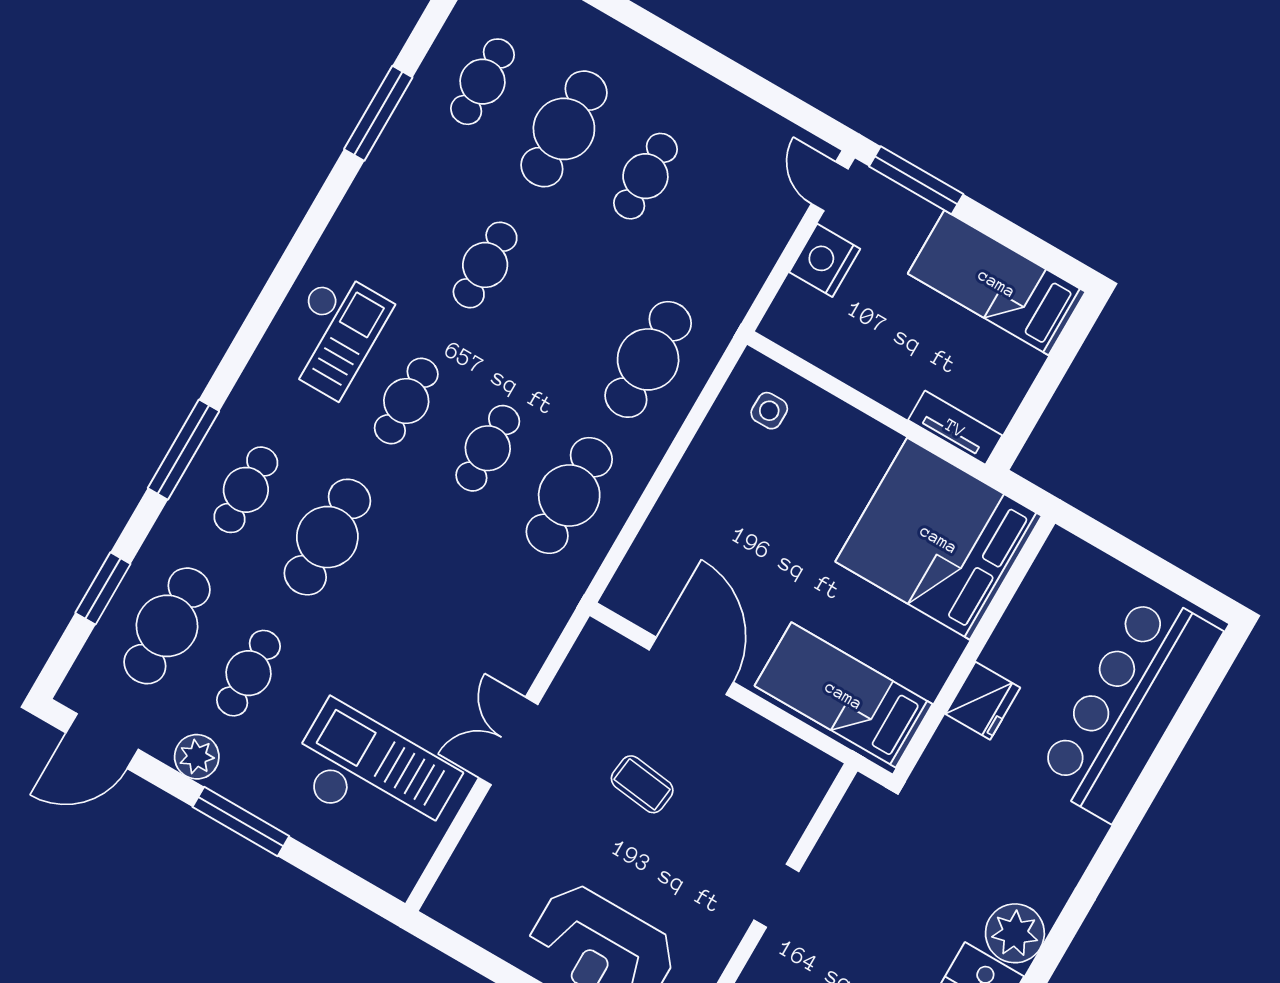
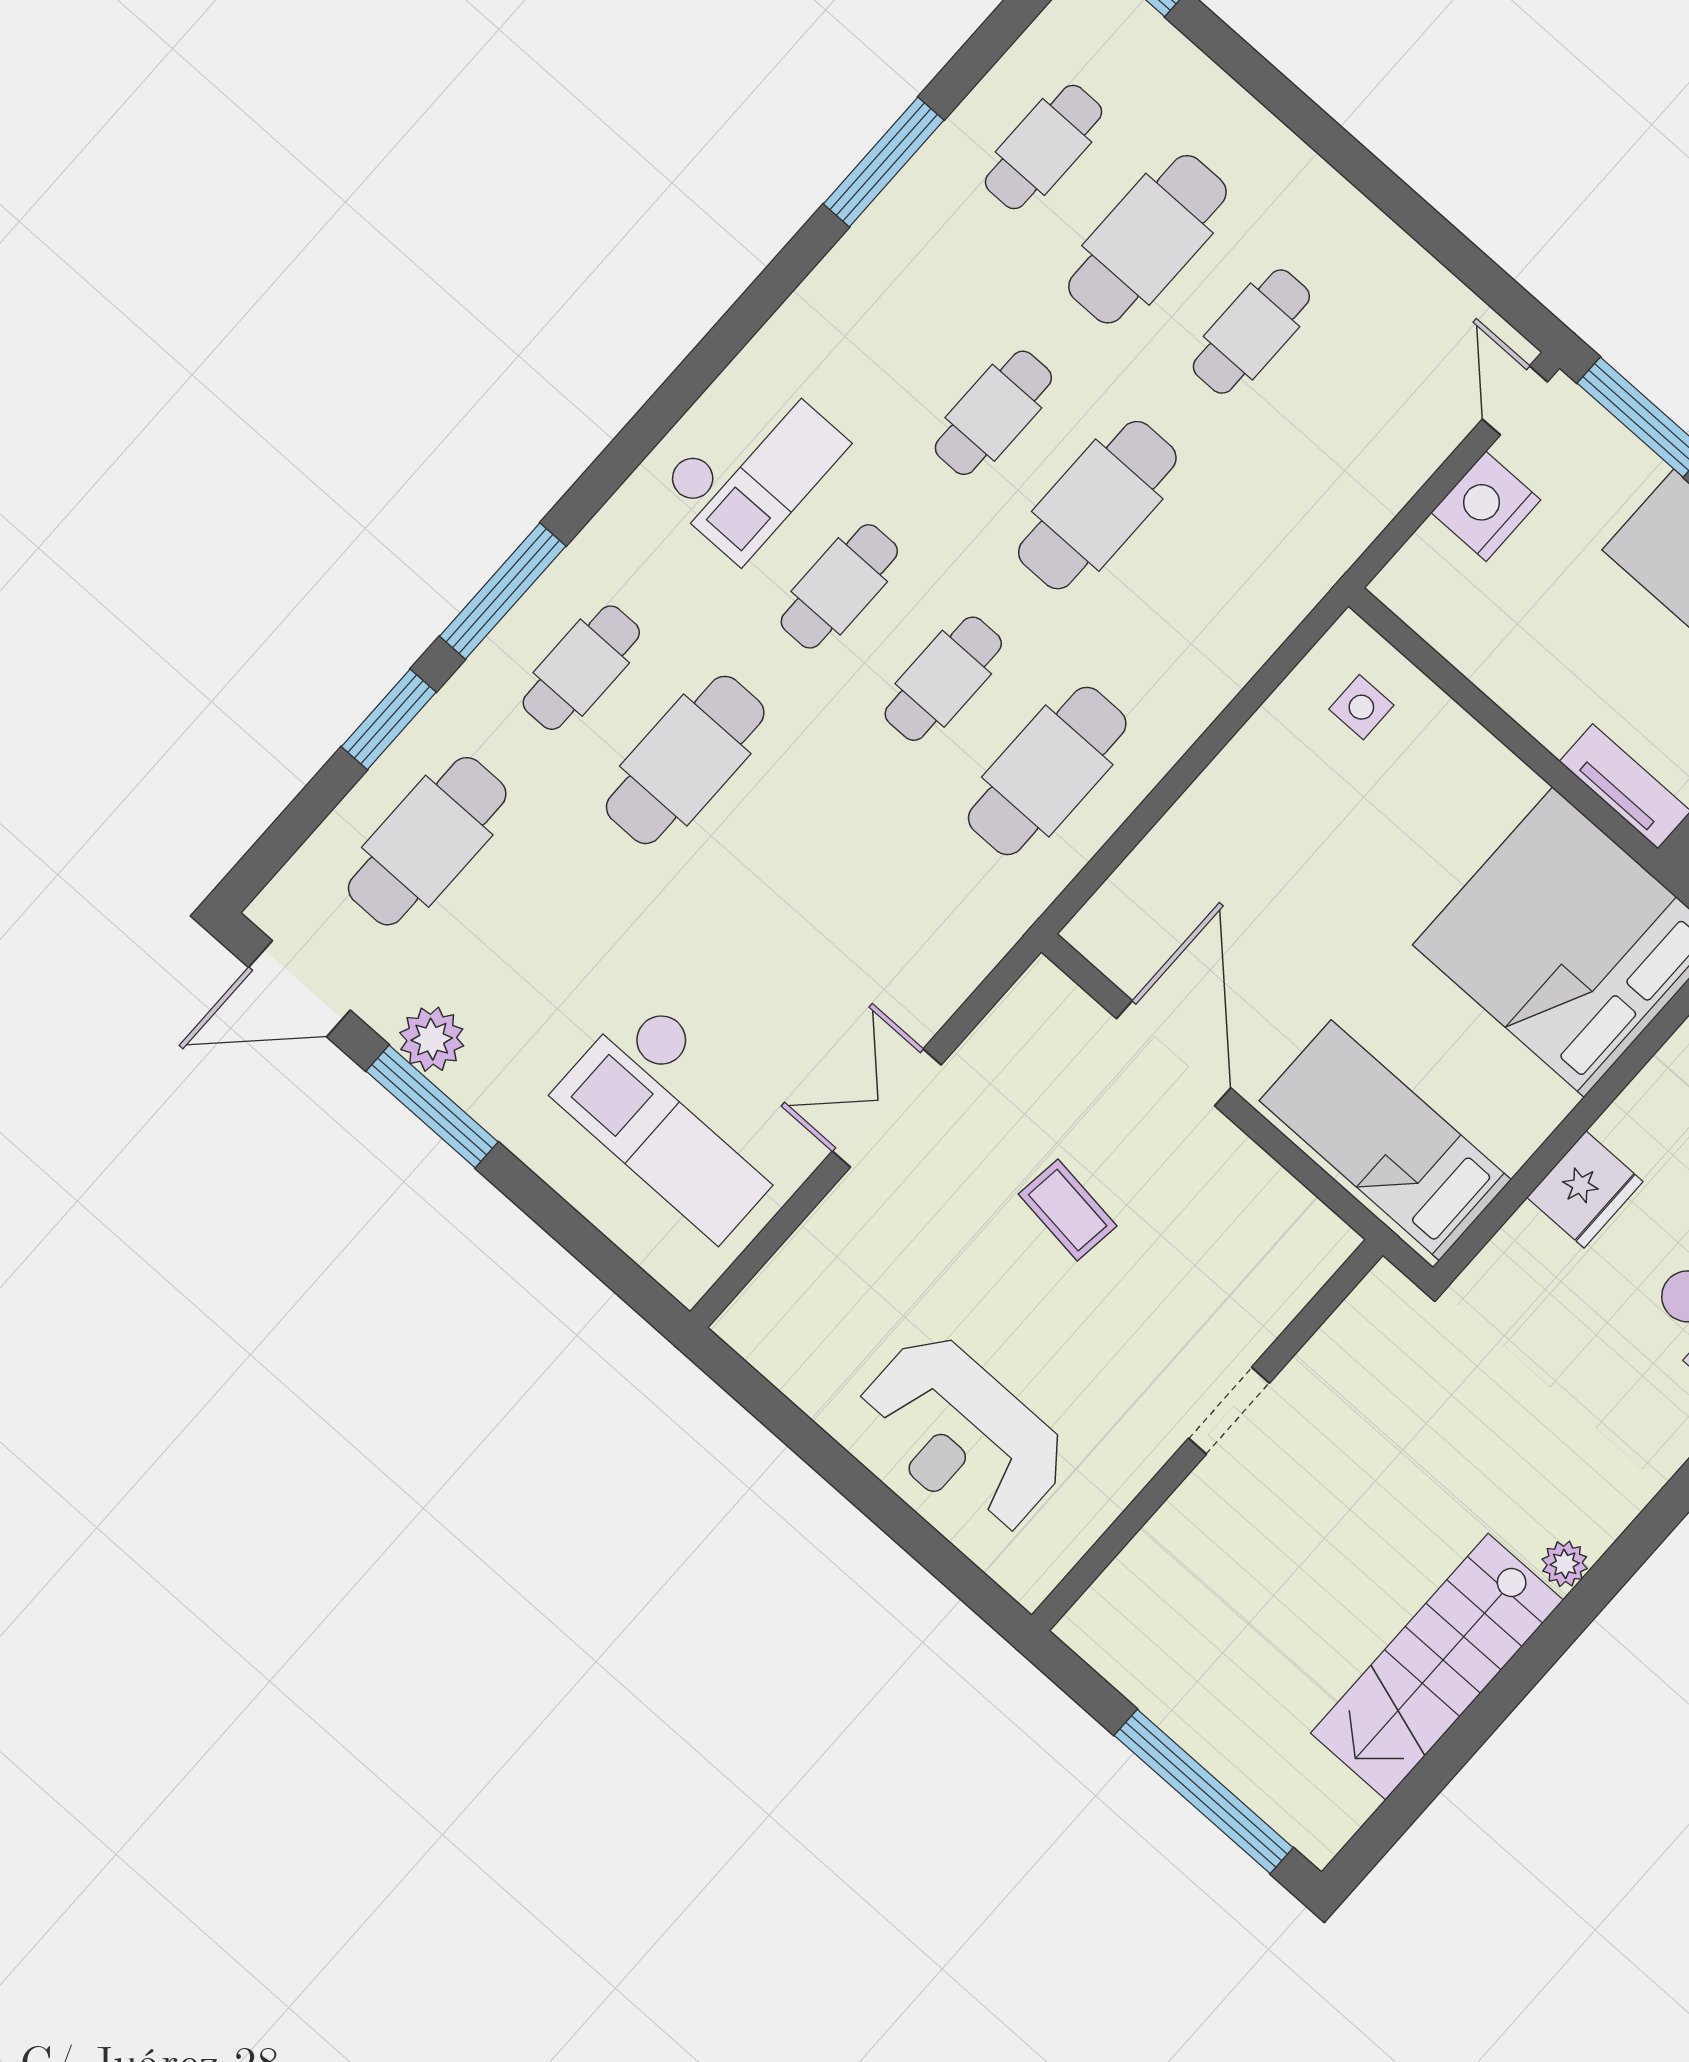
cafe table: (648, 359) -> (1097, 505), moved
window: (103, 588) -> (389, 719), moved
cafe table: (248, 673) -> (531, 933), removed
checkout: (373, 775) -> (680, 1118), turned 180
window: (241, 822) -> (432, 1106), moved
plant: (1015, 933) -> (1565, 1564), width x0.53, depth x0.53

